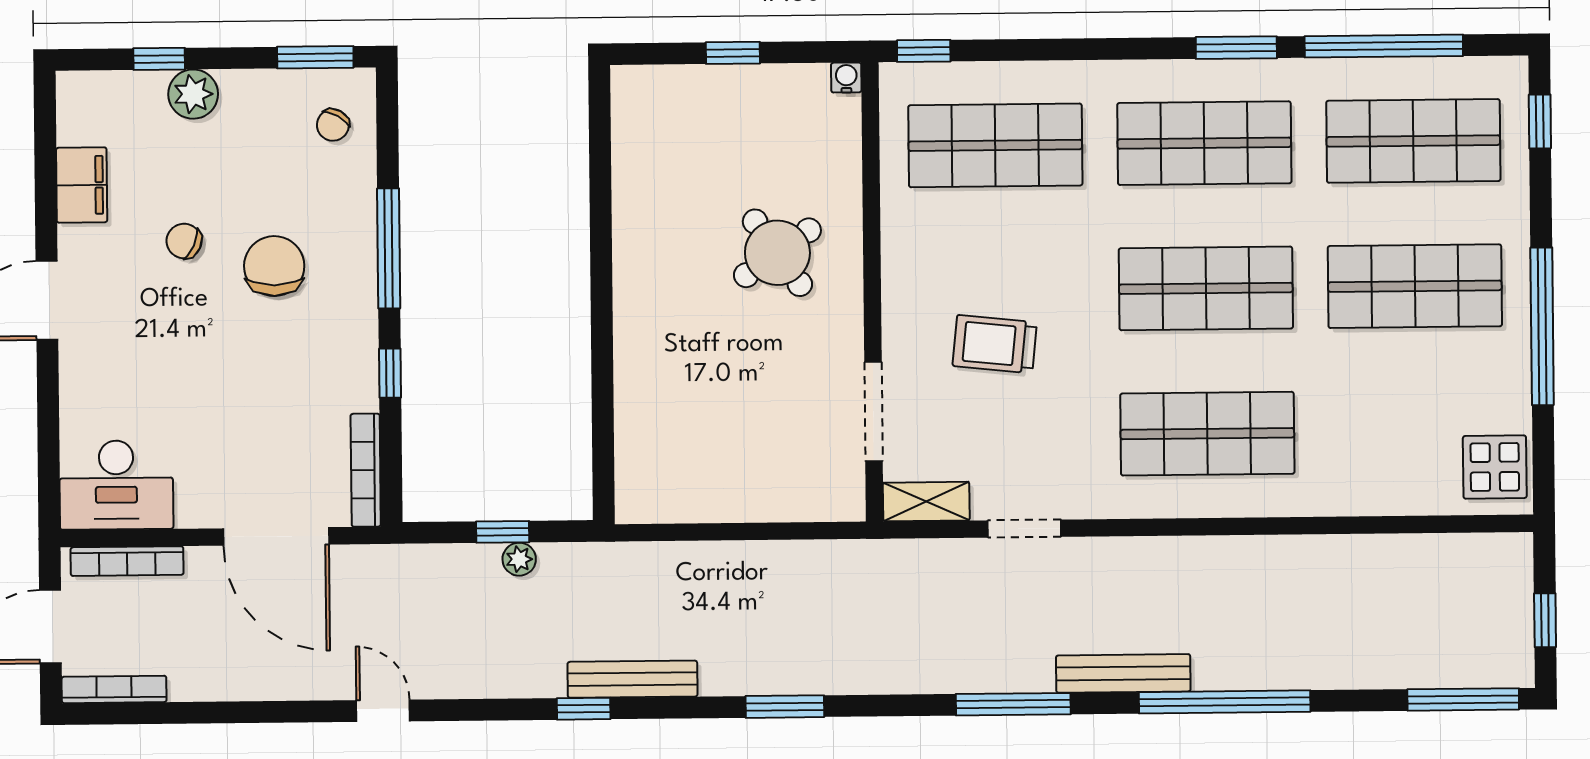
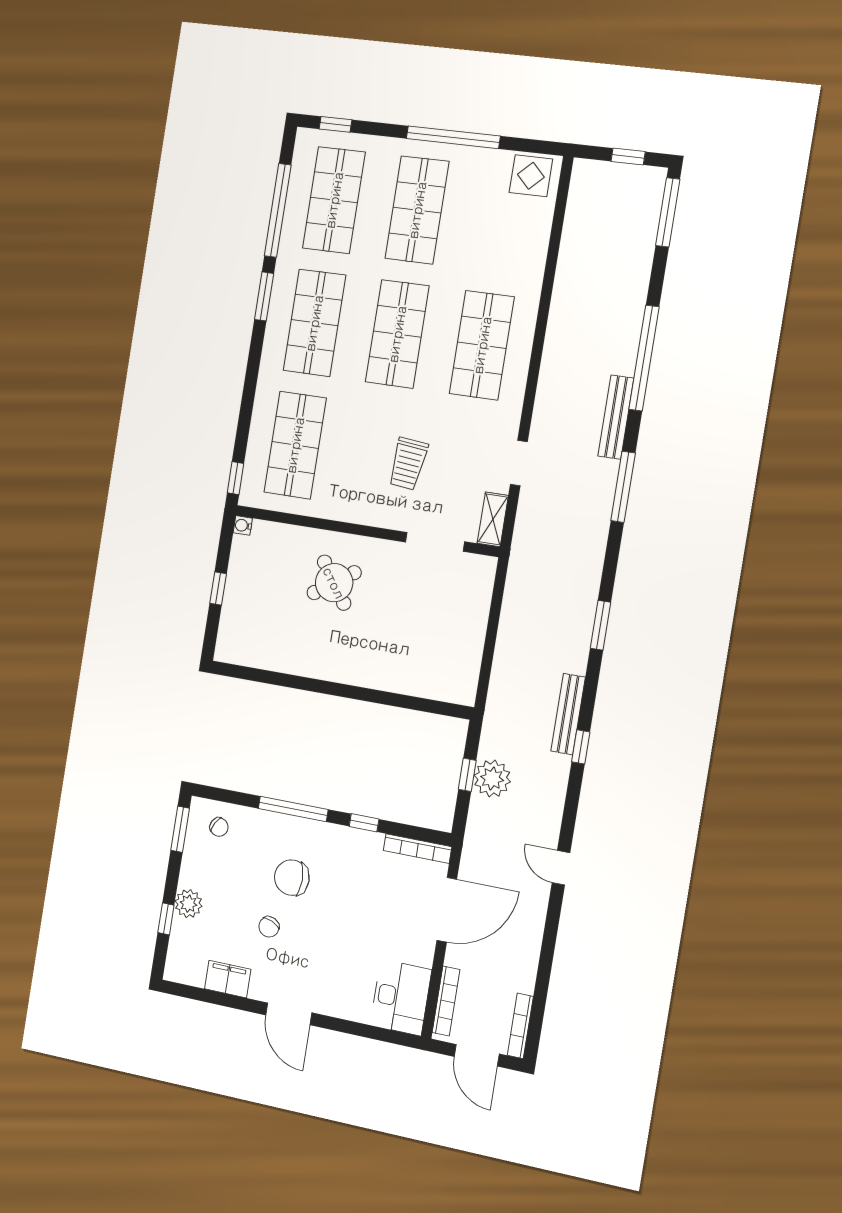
plant: (519, 559) -> (492, 778), width x1.87, depth x1.87
door: (383, 711) -> (561, 868), hinge flipped

